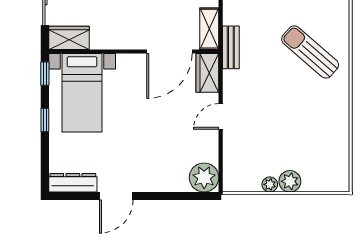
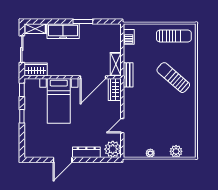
bed with nightstands: (82, 93) -> (59, 101), moved
door: (221, 116) -> (122, 126), moved
plant: (290, 181) -> (176, 151), moved
dresser: (73, 183) -> (86, 152), moved

